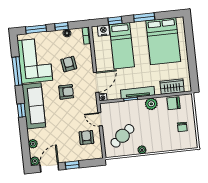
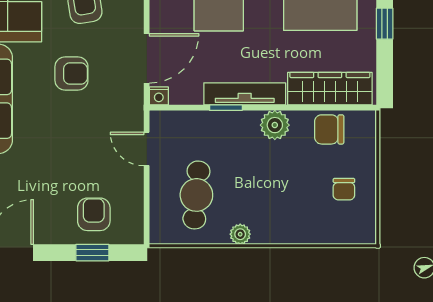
window: (191, 58) -> (385, 24), added
wardrobe: (172, 87) -> (330, 89), width x1.50
cafe table: (122, 136) -> (196, 195), turned -46
armchair: (86, 138) -> (94, 214), moved
window: (72, 165) -> (92, 253), moved

